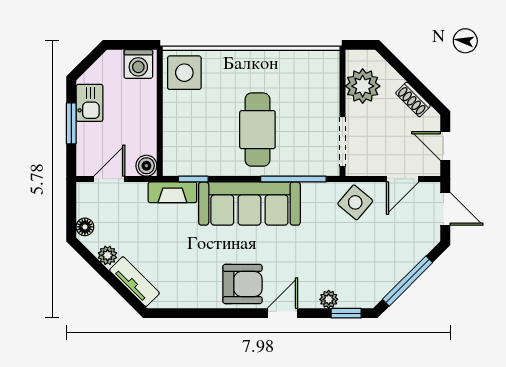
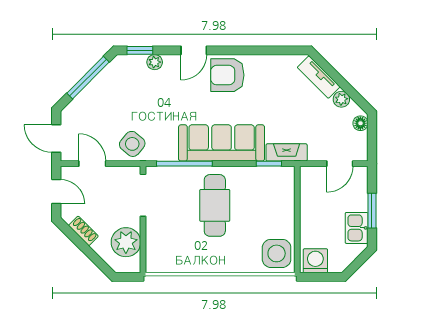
boiler: (146, 166) -> (309, 175), removed
door: (403, 179) -> (92, 164), hinge flipped

